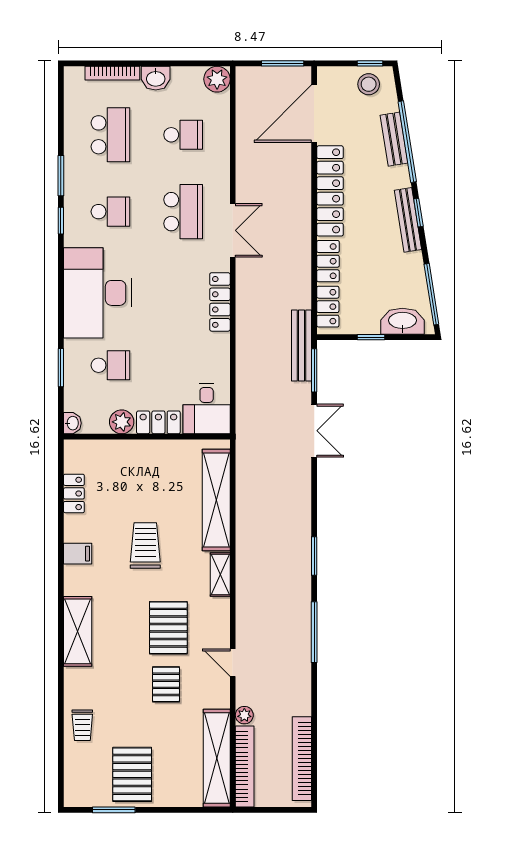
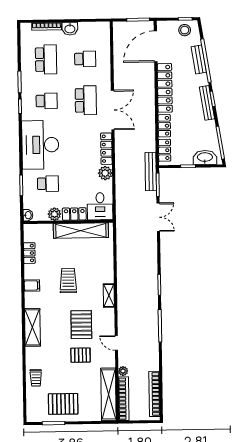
plant: (217, 79) -> (105, 173), moved
double door: (233, 230) -> (113, 110), width x1.37
shelving: (216, 500) -> (81, 231), moved, turned 90
pallet: (166, 684) -> (81, 355), turned 90
pallet: (132, 774) -> (63, 404), turned 90

